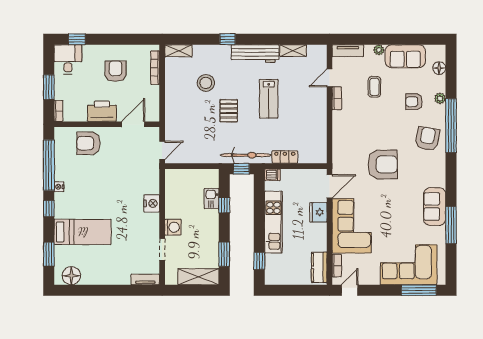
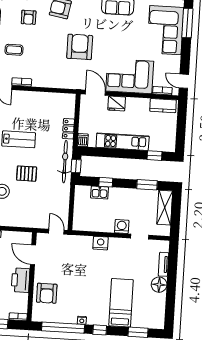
floor lamp: (71, 276) -> (159, 285), moved
tv unit: (145, 279) -> (164, 264), moved

